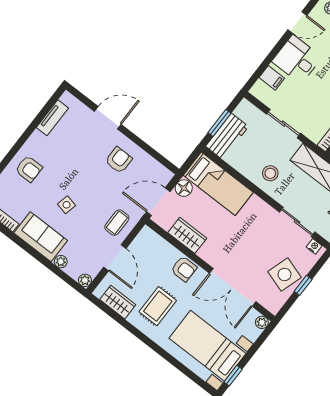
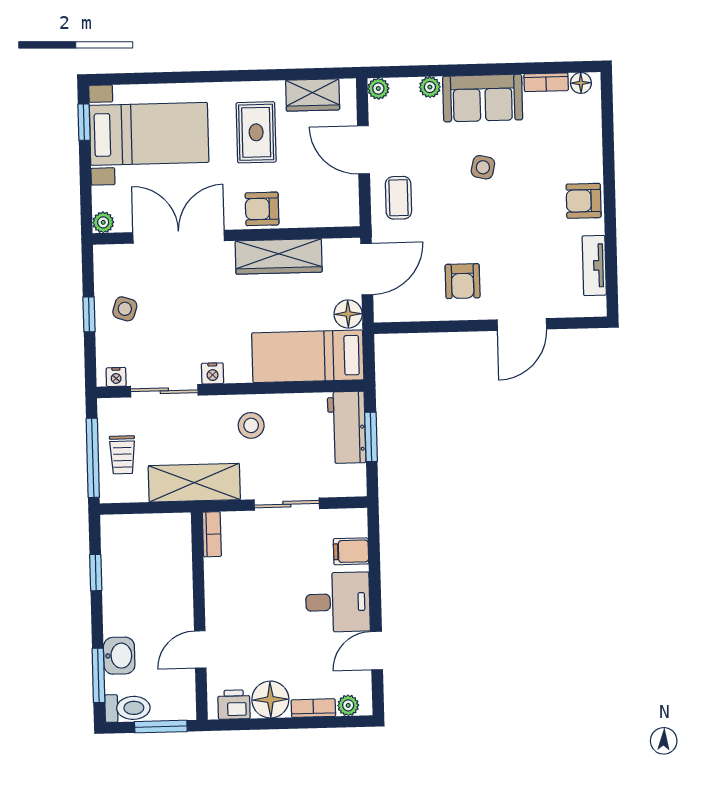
armchair: (29, 169) -> (584, 201), moved
nightstand: (268, 212) -> (213, 373), added
wardrobe: (187, 235) -> (279, 256), width x1.50
side table: (284, 274) -> (125, 309), width x0.54, depth x0.54

